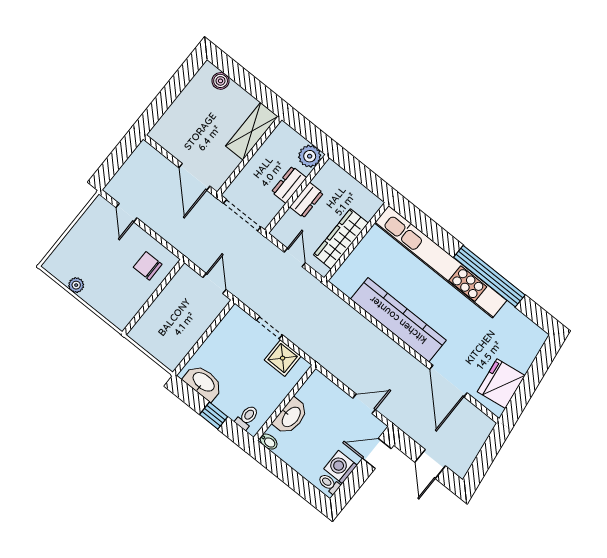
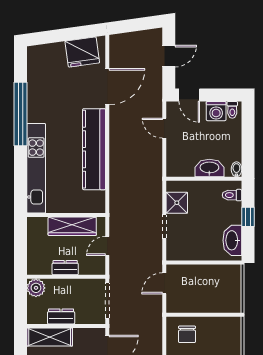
dresser: (289, 185) -> (61, 316), moved, turned 180
kitchen unit: (441, 262) -> (36, 168), width x0.73

